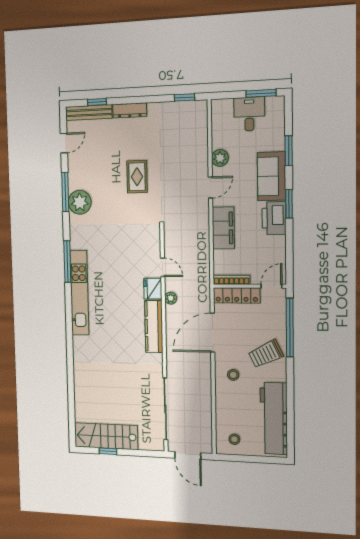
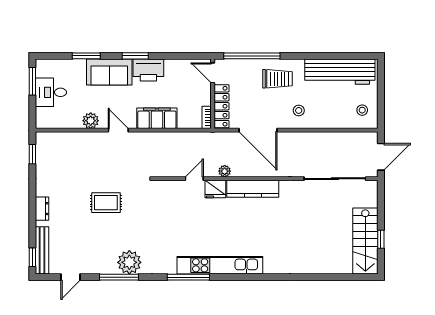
window: (97, 102) -> (32, 257), moved
dresser: (130, 110) -> (42, 209), width x0.70
door: (64, 143) -> (71, 277), swing flipped
bookcase: (231, 280) -> (207, 117), width x0.64
trolley: (266, 354) -> (277, 79), turned -64

